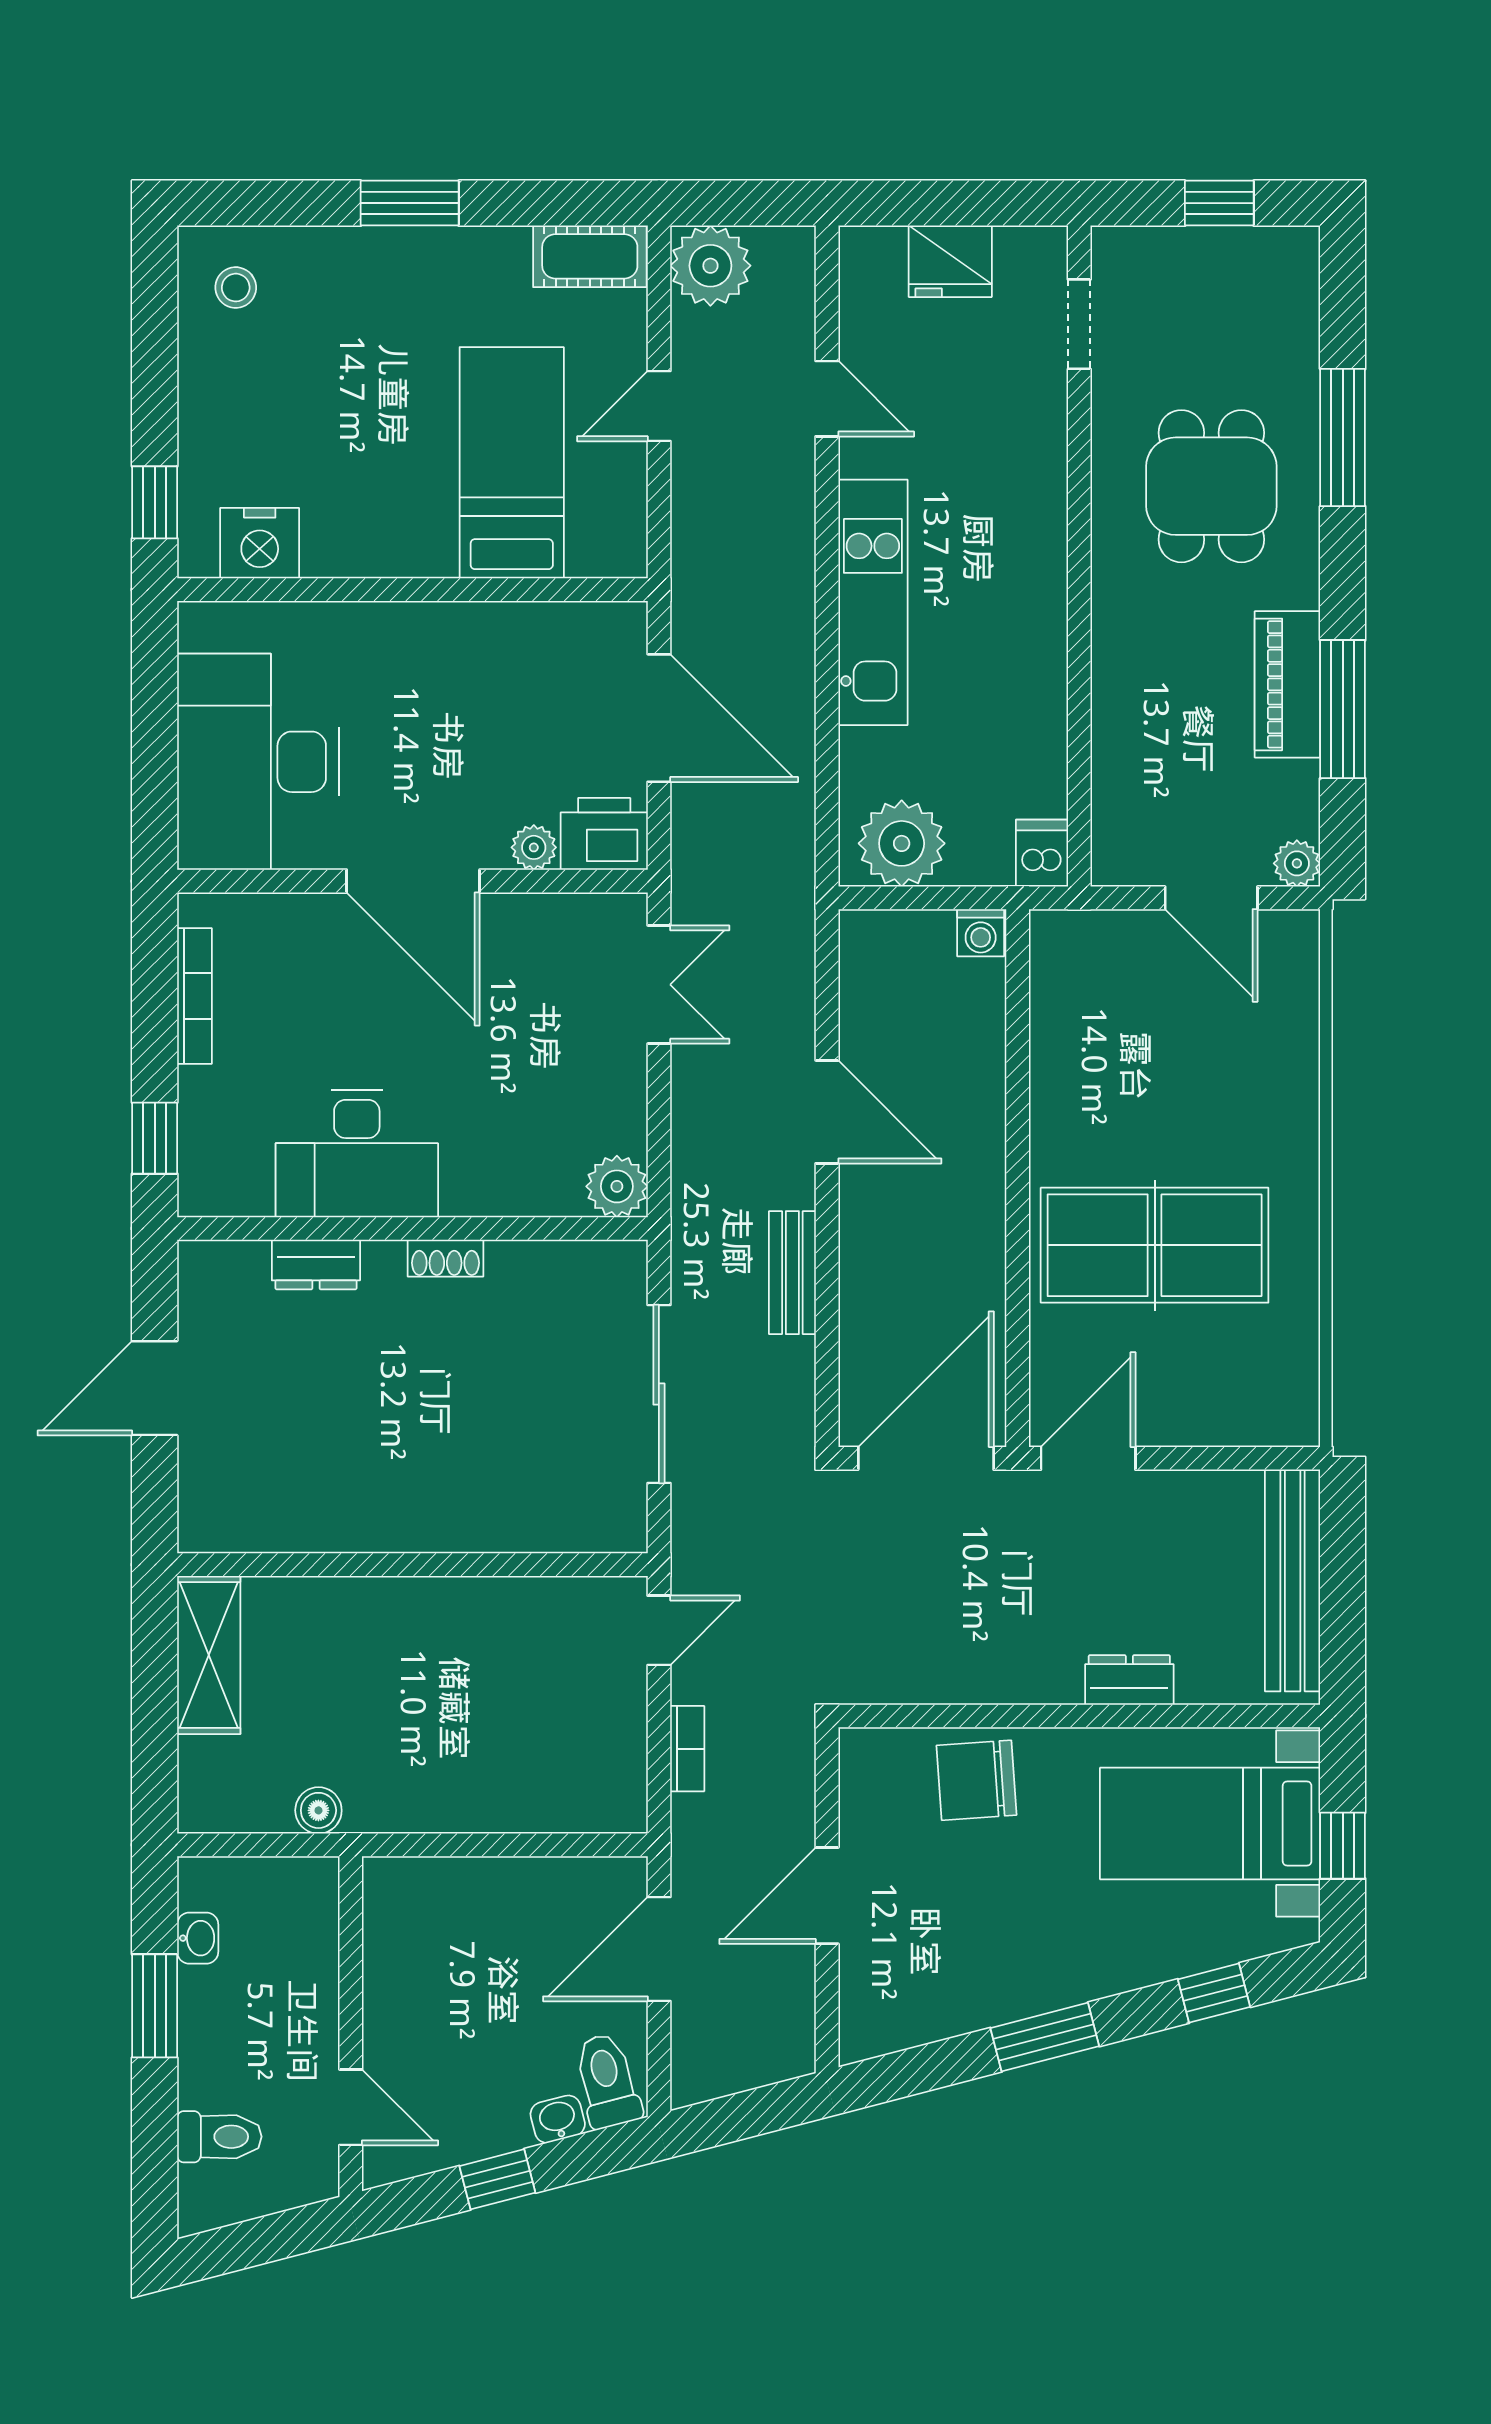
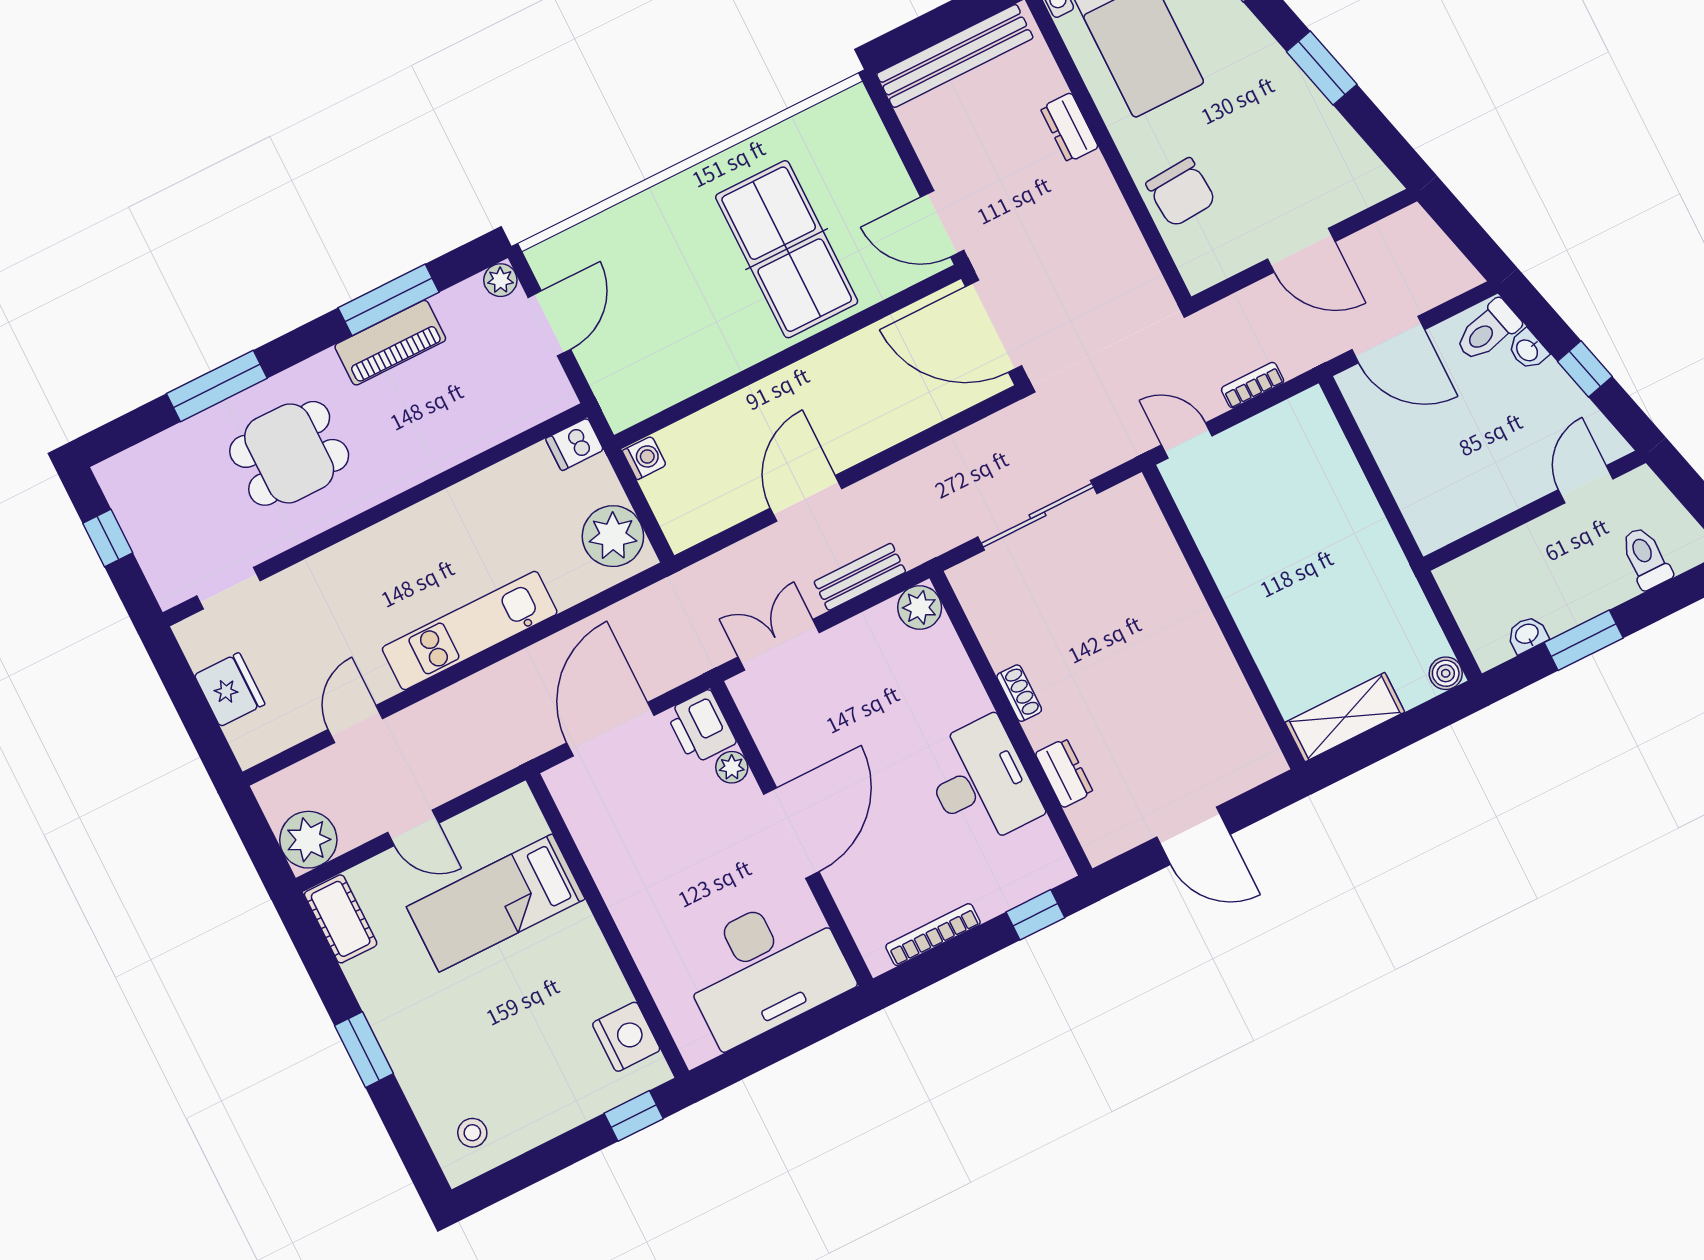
bench: (792, 1273) -> (860, 577), moved
boiler: (318, 1810) -> (1446, 673), moved

